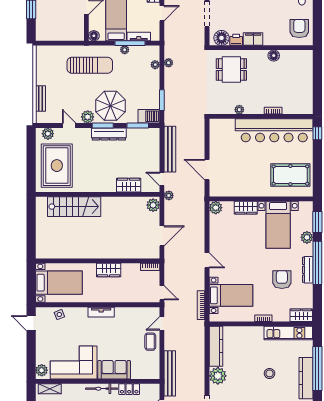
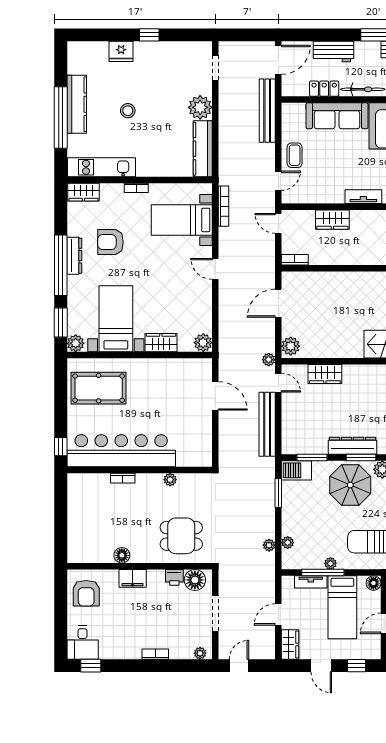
filing cabinet: (253, 39) -> (133, 578), moved
plant: (307, 237) -> (76, 343), moved
wardrobe: (109, 270) -> (332, 220), moved, turned 180
armchair: (282, 280) -> (110, 242), turned 90
sofa: (114, 370) -> (337, 116), width x1.36

